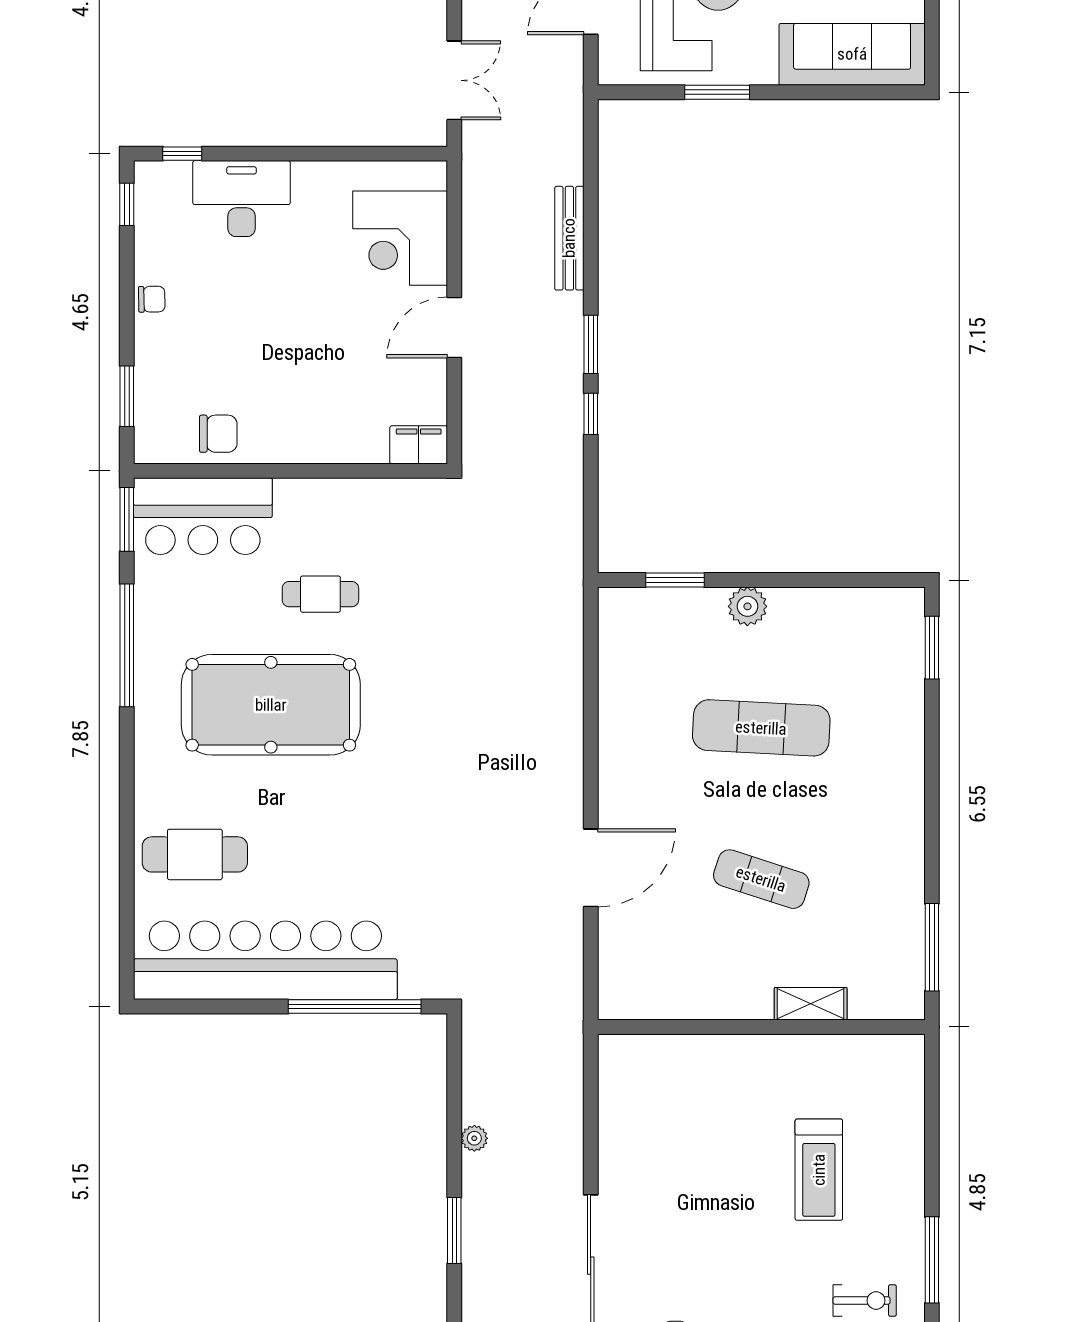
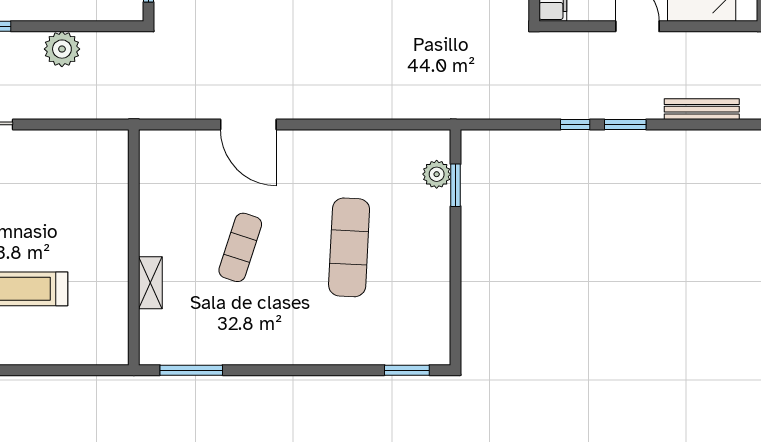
plant: (747, 606) -> (437, 174), moved
plant: (474, 1138) -> (62, 49), width x1.88, depth x1.88

